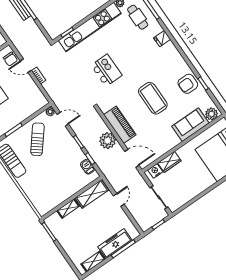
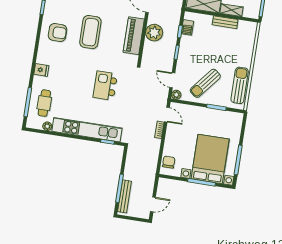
door: (26, 66) -> (167, 115), moved
armchair: (188, 84) -> (57, 33), moved
bench: (64, 196) -> (225, 22), added

